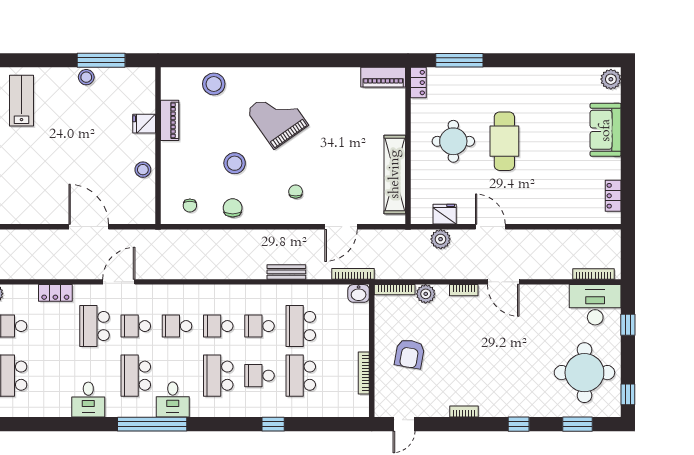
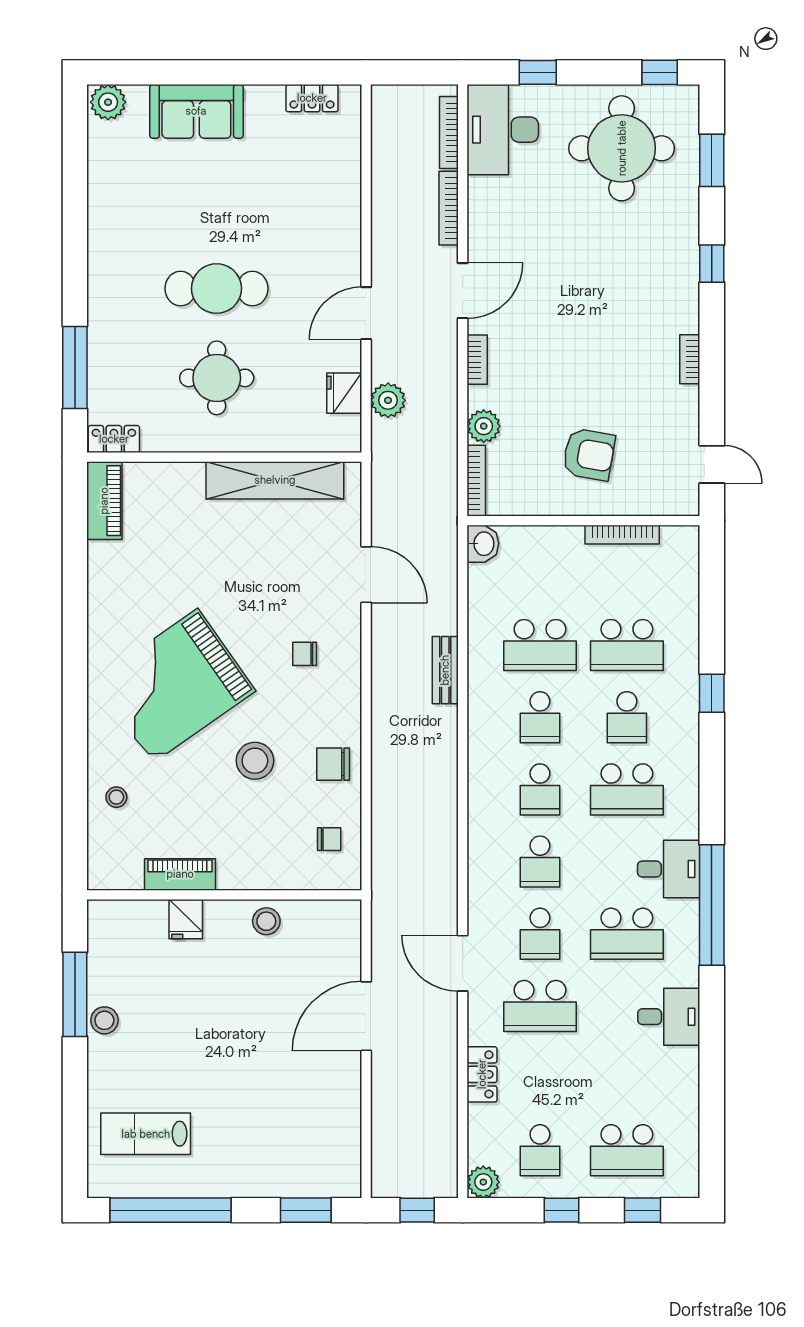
stool: (214, 84) -> (116, 797), width x0.53, depth x0.53
grand piano: (277, 118) -> (175, 686), width x1.37, depth x1.48
bookcase: (353, 274) -> (449, 208), moved

